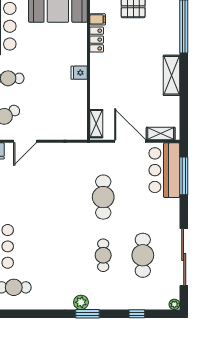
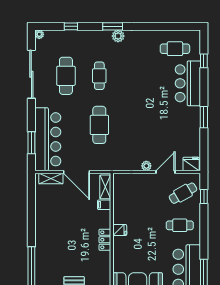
filing cabinet: (98, 19) -> (104, 205), moved
locker: (97, 40) -> (105, 240), moved
shelving: (171, 75) -> (42, 228), removed
plant: (48, 149) -> (146, 166), added
bar counter: (164, 170) -> (48, 139), width x1.36
window: (184, 176) -> (31, 143), width x0.69

